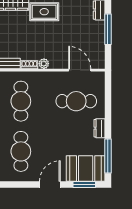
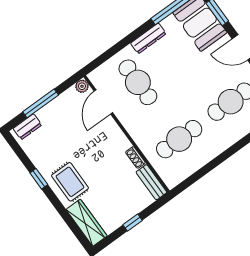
plant: (44, 64) -> (82, 86), moved
dresser: (99, 128) -> (148, 38), width x1.44

